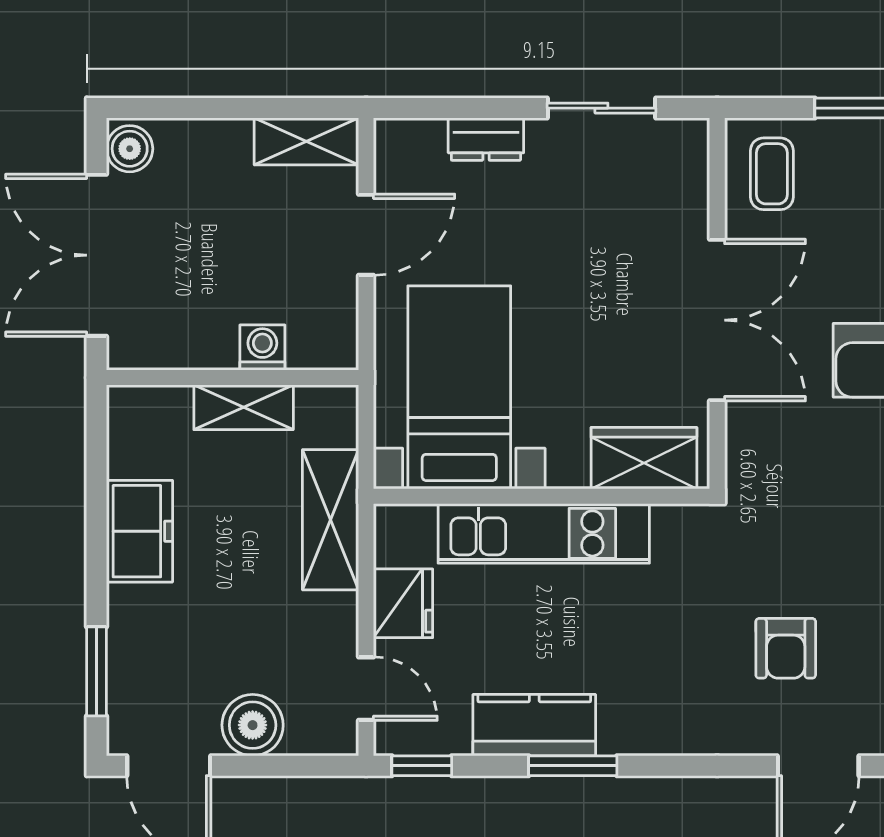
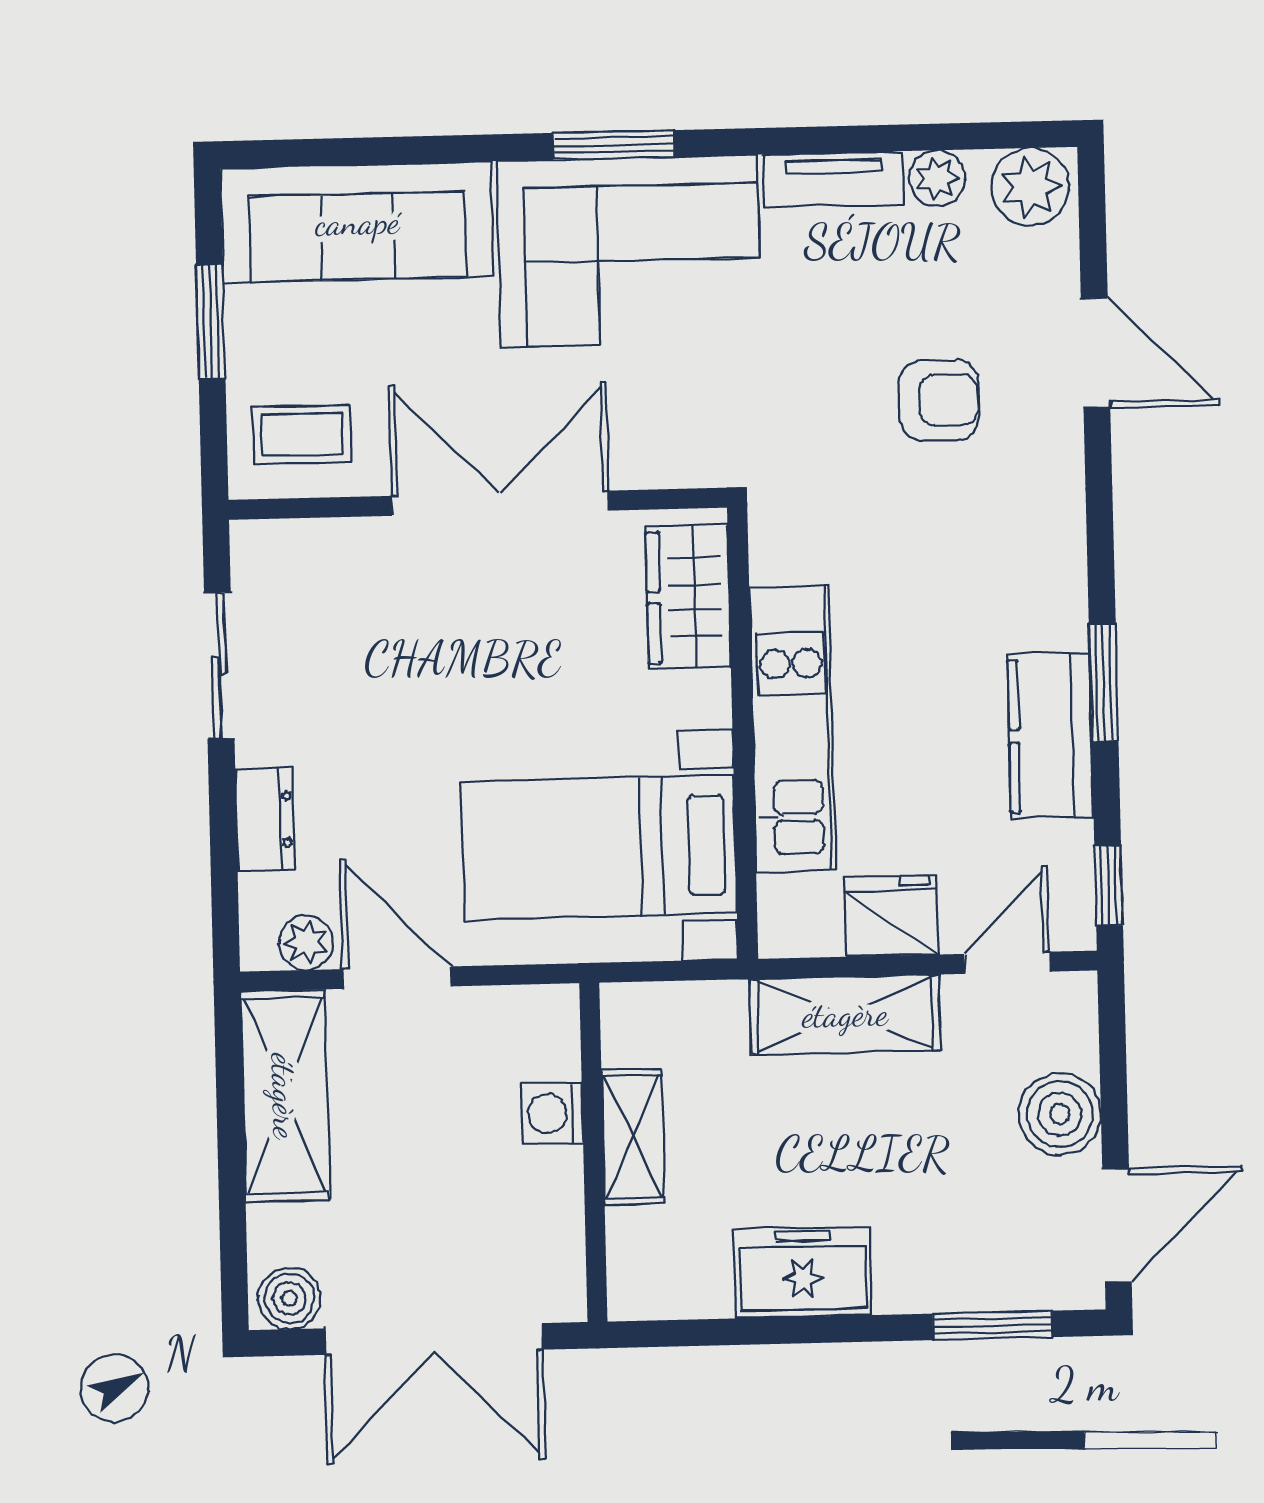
shelving: (306, 141) -> (285, 1096), width x1.50, depth x1.33
plant: (394, 168) -> (306, 943), added
shelving: (331, 520) -> (845, 1014), moved

